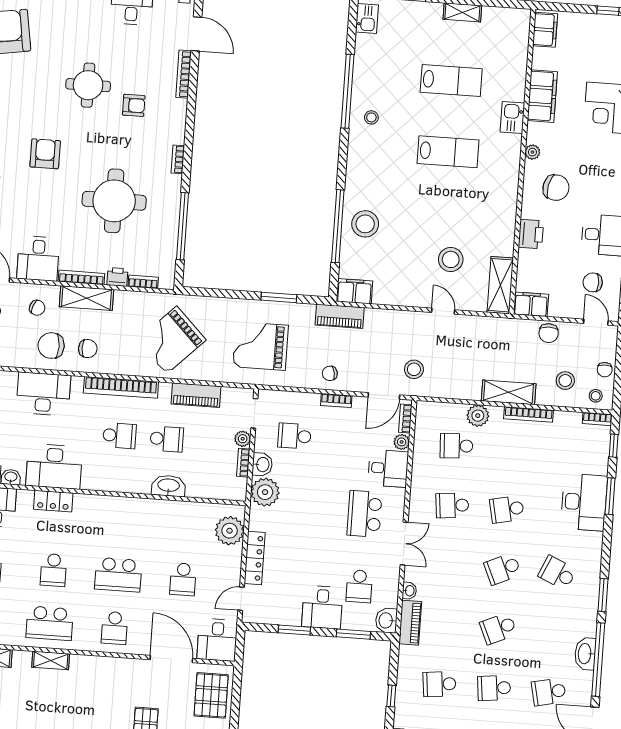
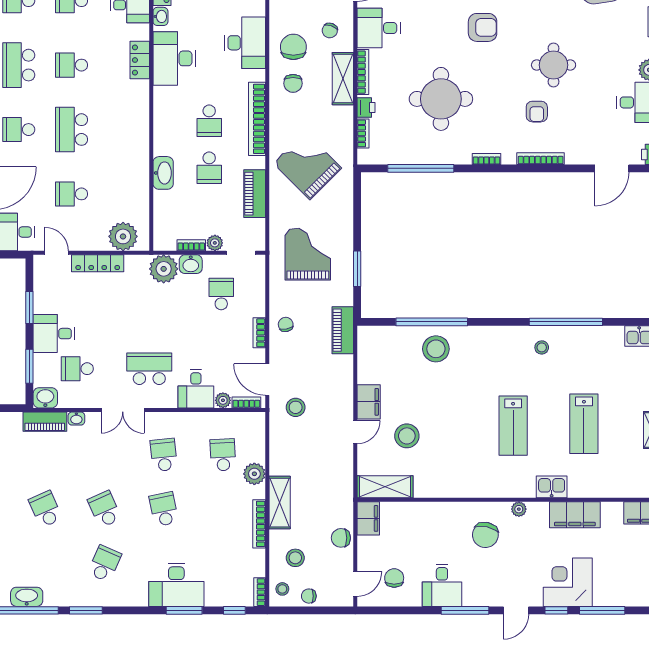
bookcase: (184, 74) -> (541, 159), moved
printer: (531, 234) -> (438, 513), removed
filing cabinet: (354, 291) -> (369, 402), moved

